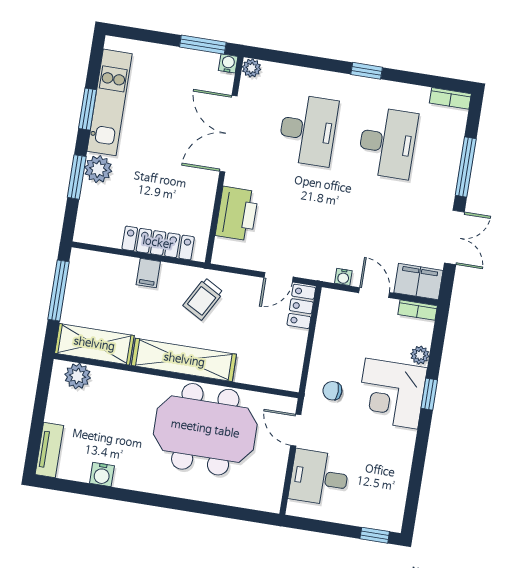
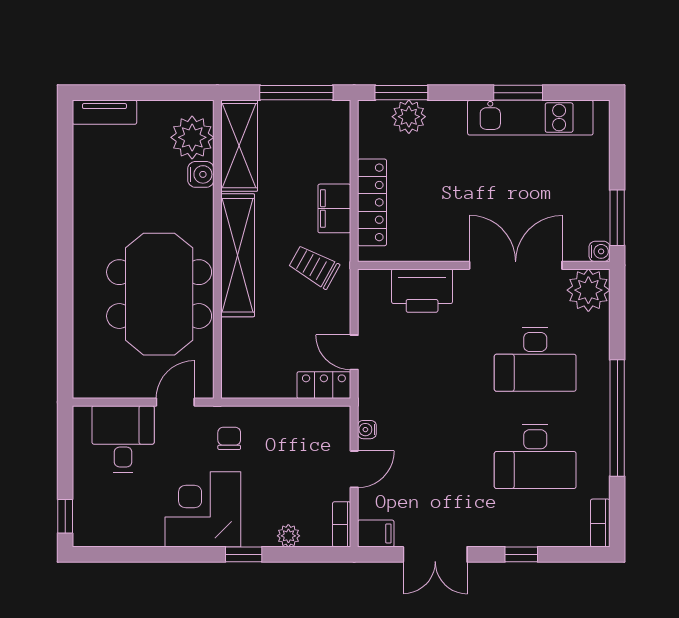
plant: (251, 68) -> (588, 290), width x1.87, depth x1.87
window: (367, 71) -> (617, 418), width x3.17
window: (466, 167) -> (521, 554), width x0.46
plant: (98, 169) -> (409, 117), moved
window: (77, 177) -> (401, 93), moved
filing cabinet: (148, 273) -> (334, 208), width x2.00
filing cabinet: (418, 282) -> (376, 533), width x0.50
plant: (78, 376) -> (192, 137), width x1.36, depth x1.36
corner desk: (392, 394) -> (203, 509), moved
water cooler: (102, 474) -> (201, 174), moved, turned 180

